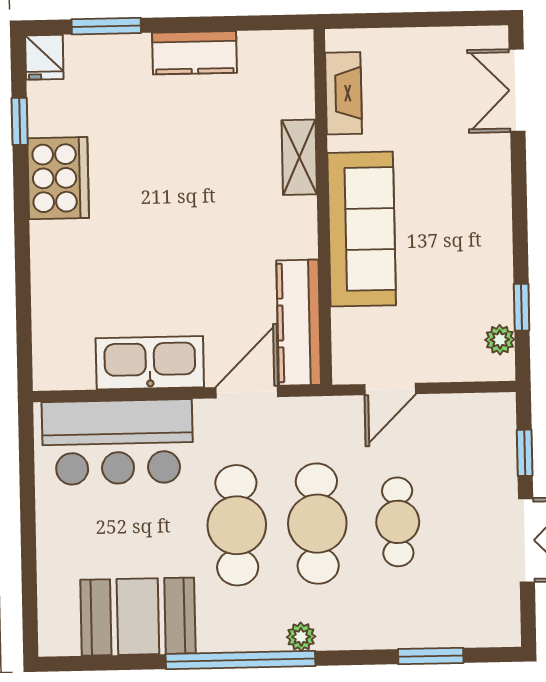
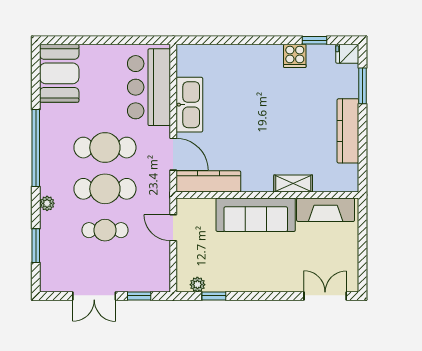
kitchen counter: (195, 53) -> (348, 131), width x1.50
fireplace: (344, 93) -> (326, 210), width x1.37, depth x1.32
cooker: (58, 178) -> (295, 56), width x0.53, depth x0.76
booth: (138, 617) -> (59, 73), moved
plant: (301, 637) -> (47, 203), moved

